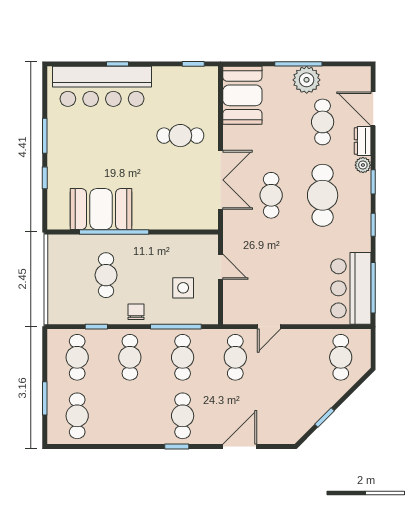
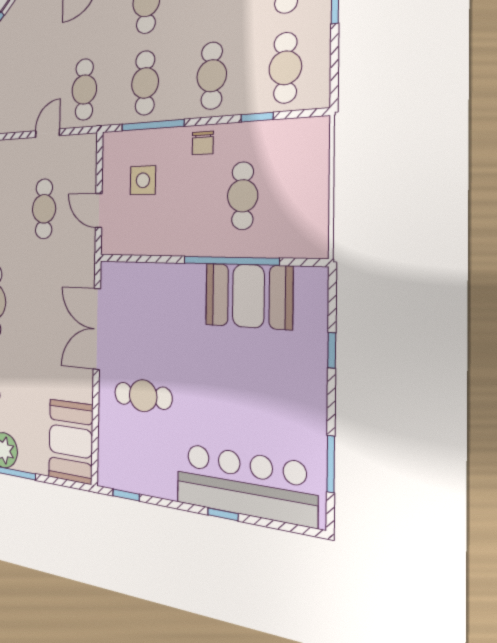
window: (45, 136) -> (331, 464), moved
cafe table: (271, 195) -> (44, 209), moved

